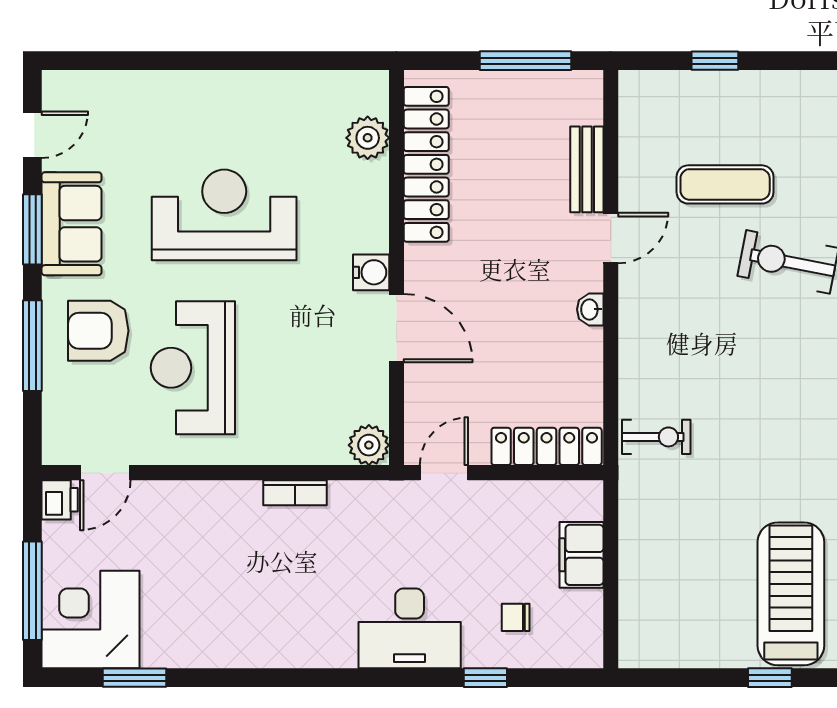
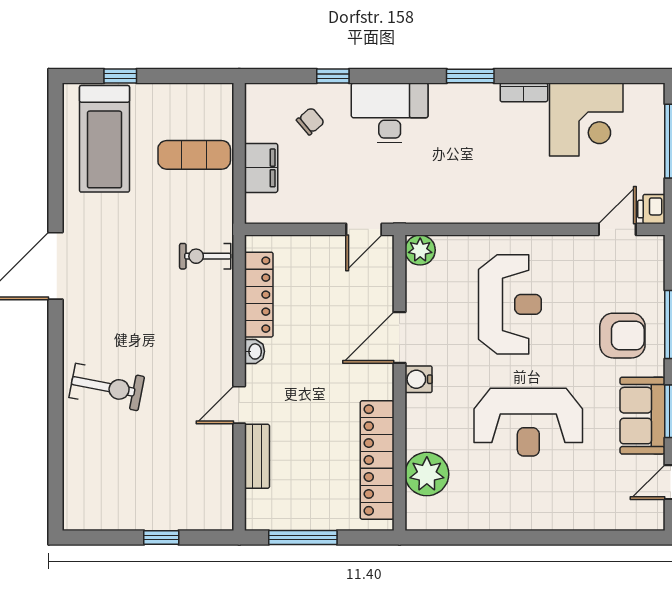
plant: (368, 138) -> (427, 474), width x1.36, depth x1.36
exercise mat: (725, 184) -> (194, 155), moved
door: (396, 328) -> (399, 338), hinge flipped
reception desk: (193, 368) -> (510, 304), moved
locker: (547, 446) -> (259, 295), moved, turned -90
bookcase: (295, 493) -> (524, 92), moved, turned 180
chair: (516, 617) -> (310, 121), turned -40
corner desk: (91, 620) -> (586, 120), moved
window: (134, 678) -> (470, 76), moved

